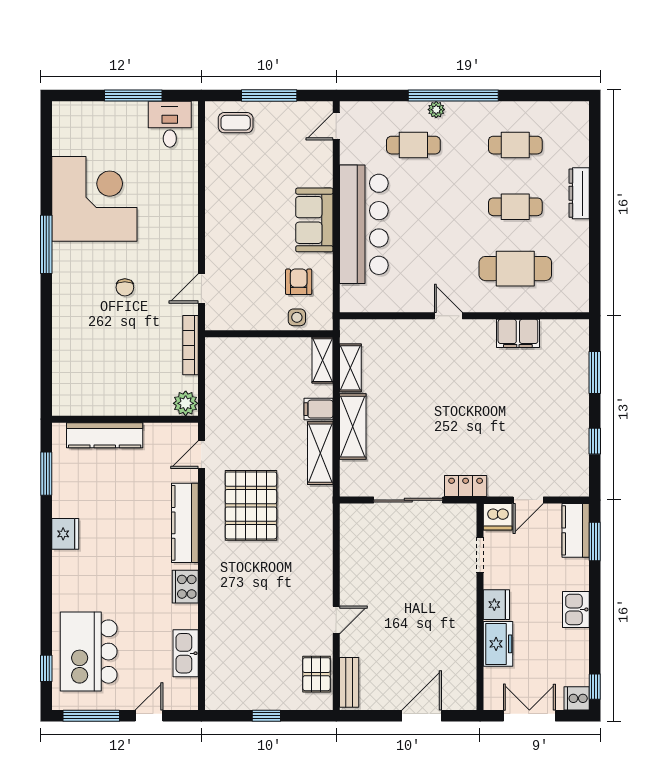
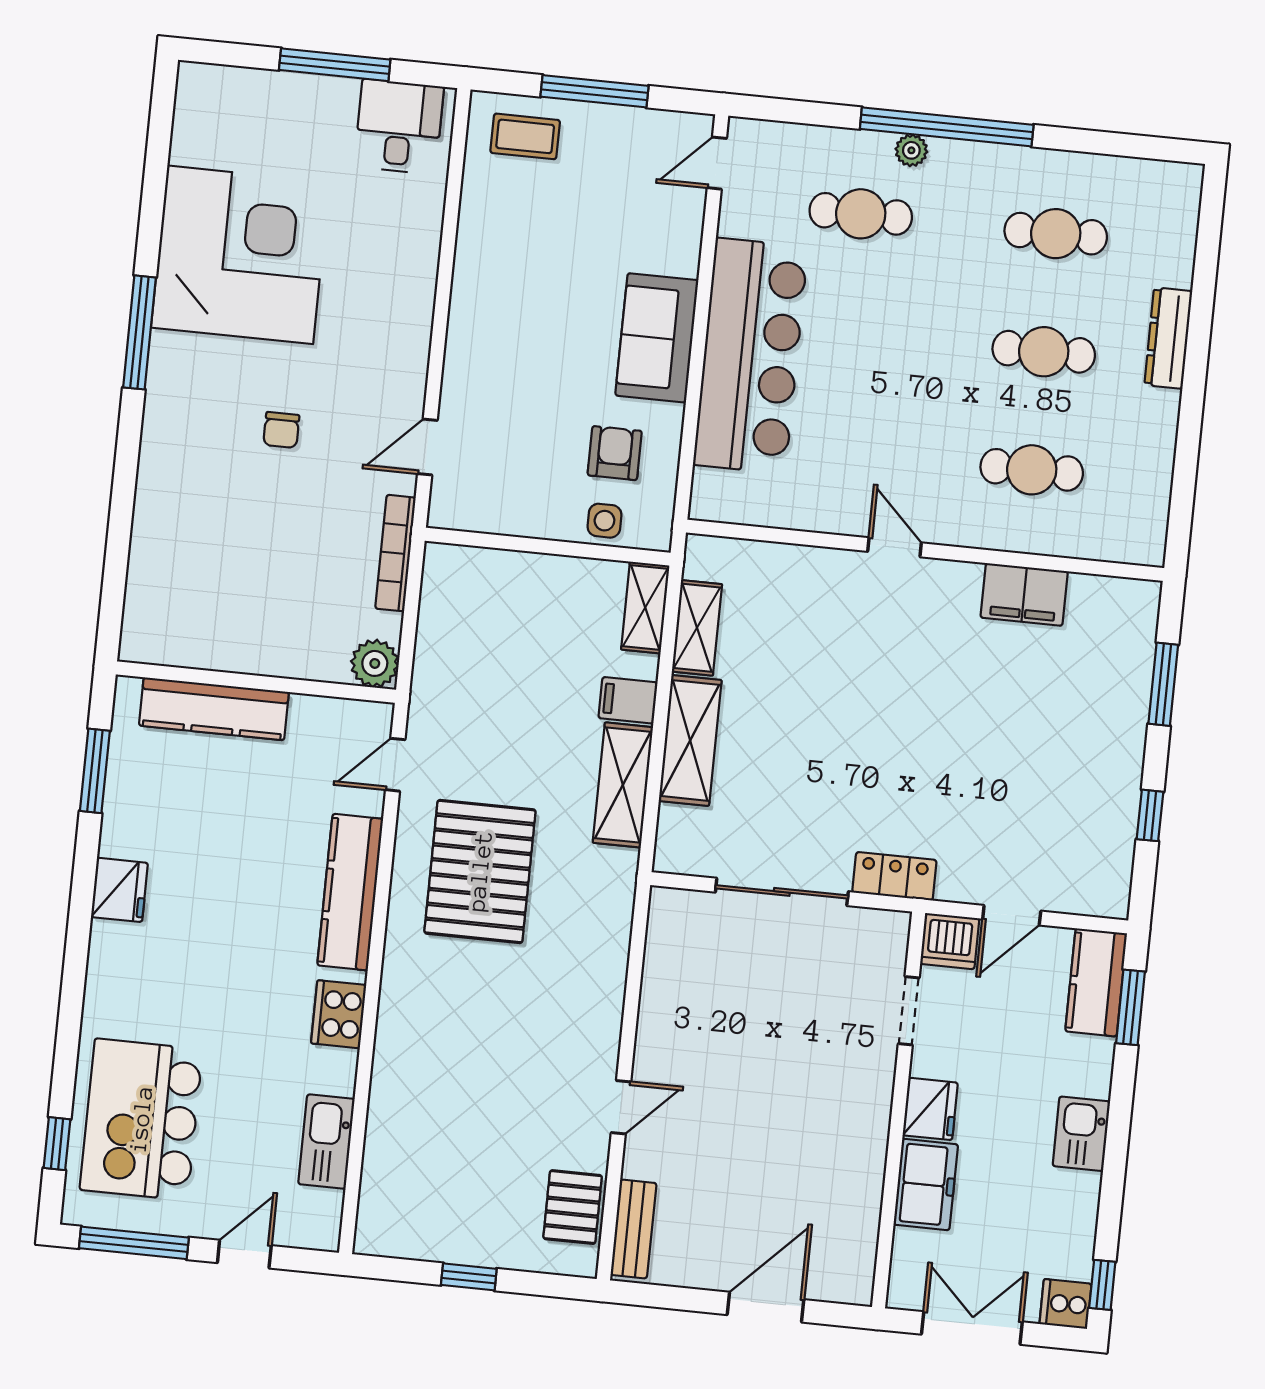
cafe table: (515, 269) -> (1032, 470), width x0.73, depth x0.74

